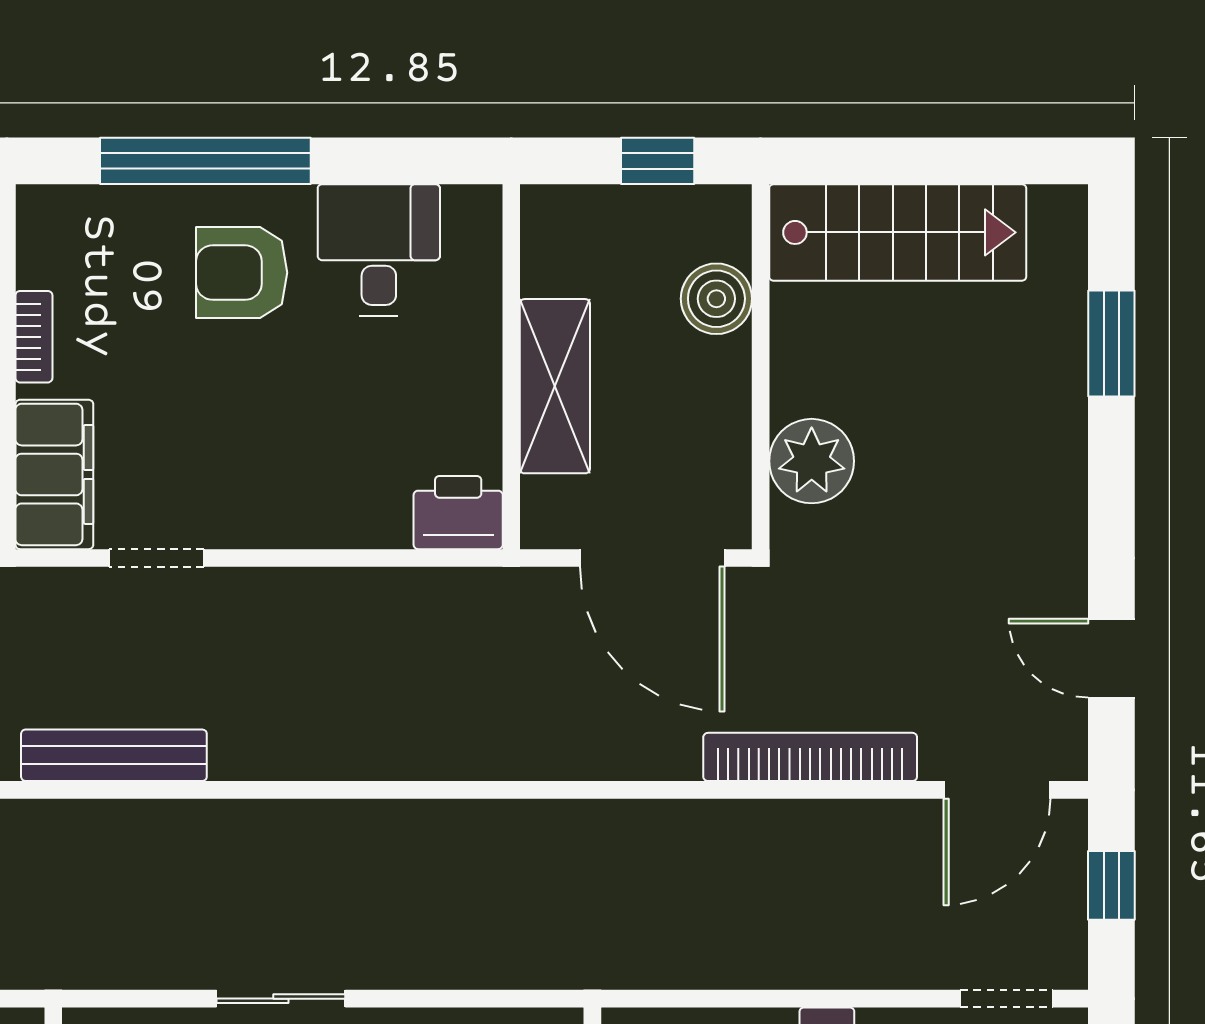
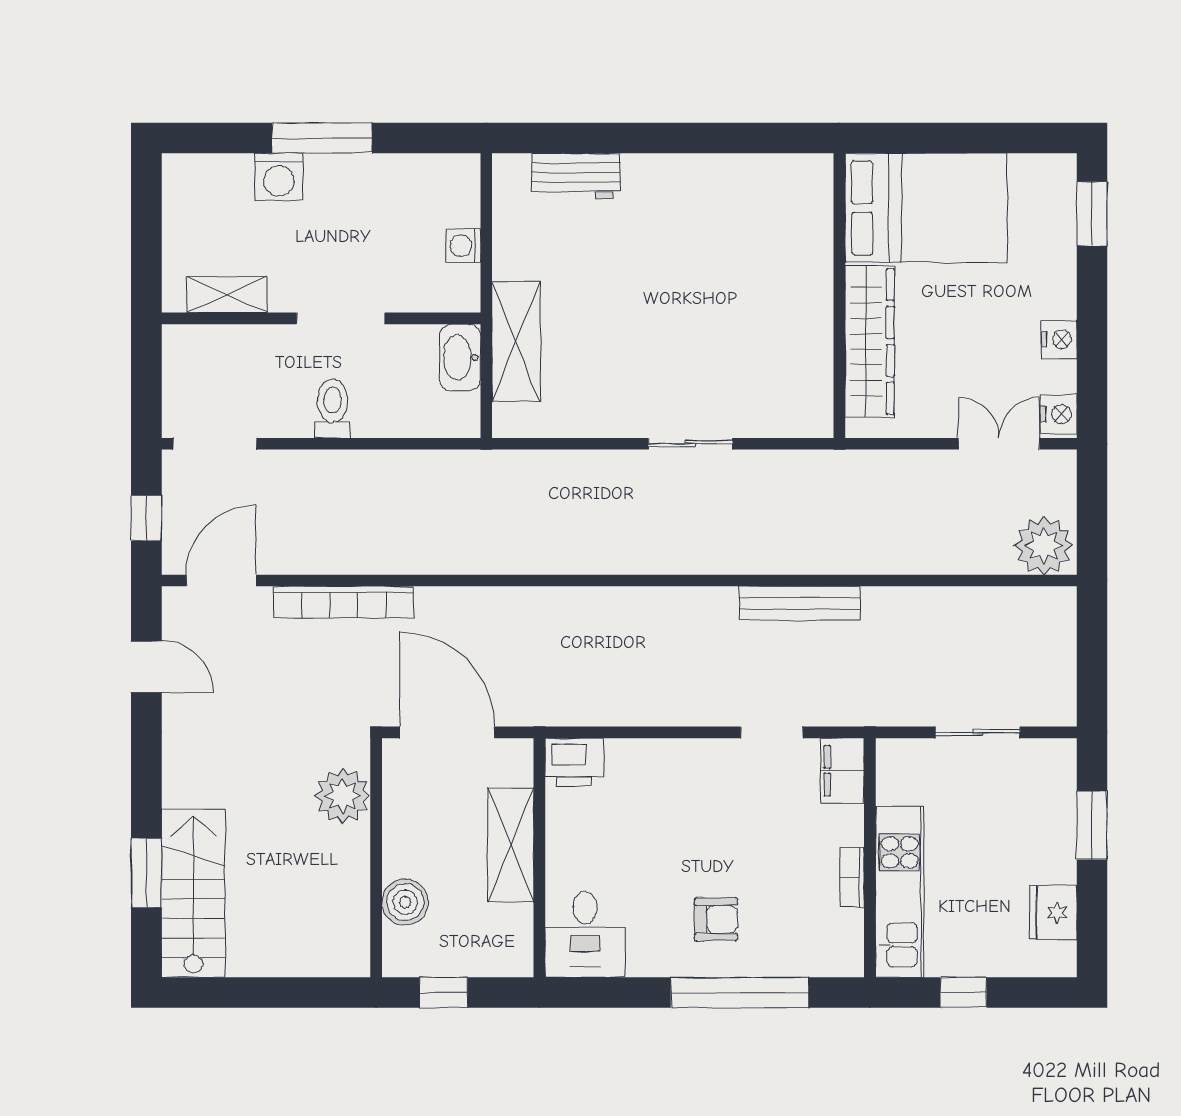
stairs: (898, 232) -> (193, 893), moved, turned 90
desk: (379, 250) -> (585, 934), moved
armchair: (242, 273) -> (716, 919), width x0.72, depth x0.72
filing cabinet: (54, 474) -> (842, 771), width x0.67, depth x0.86
doorway: (1007, 999) -> (215, 444), width x1.38

